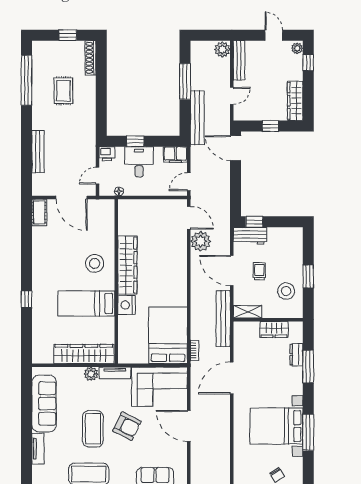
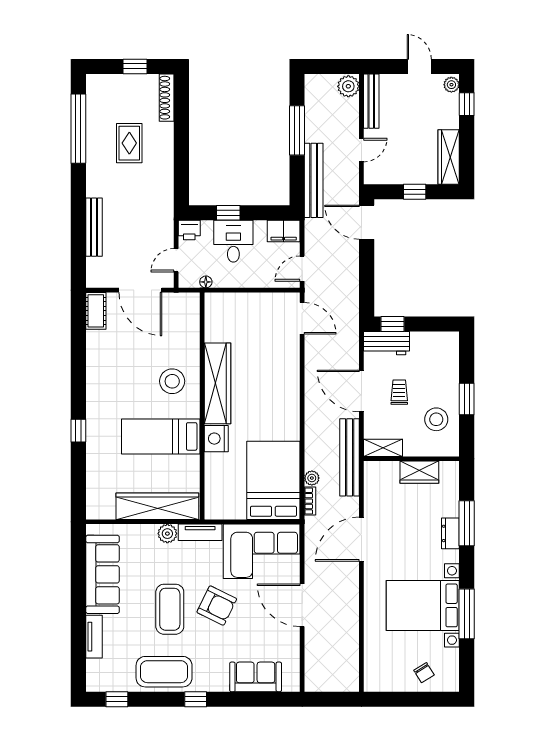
plant: (201, 241) -> (312, 478), moved, width x0.53, depth x0.53
dresser: (296, 355) -> (450, 533), moved

